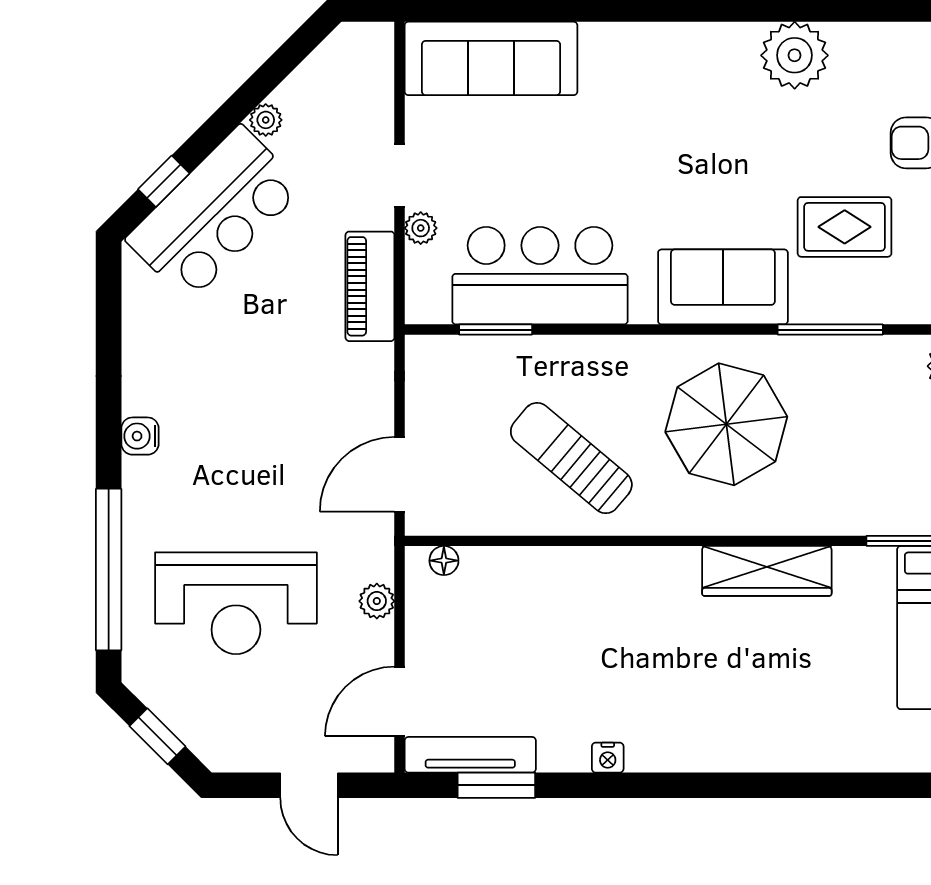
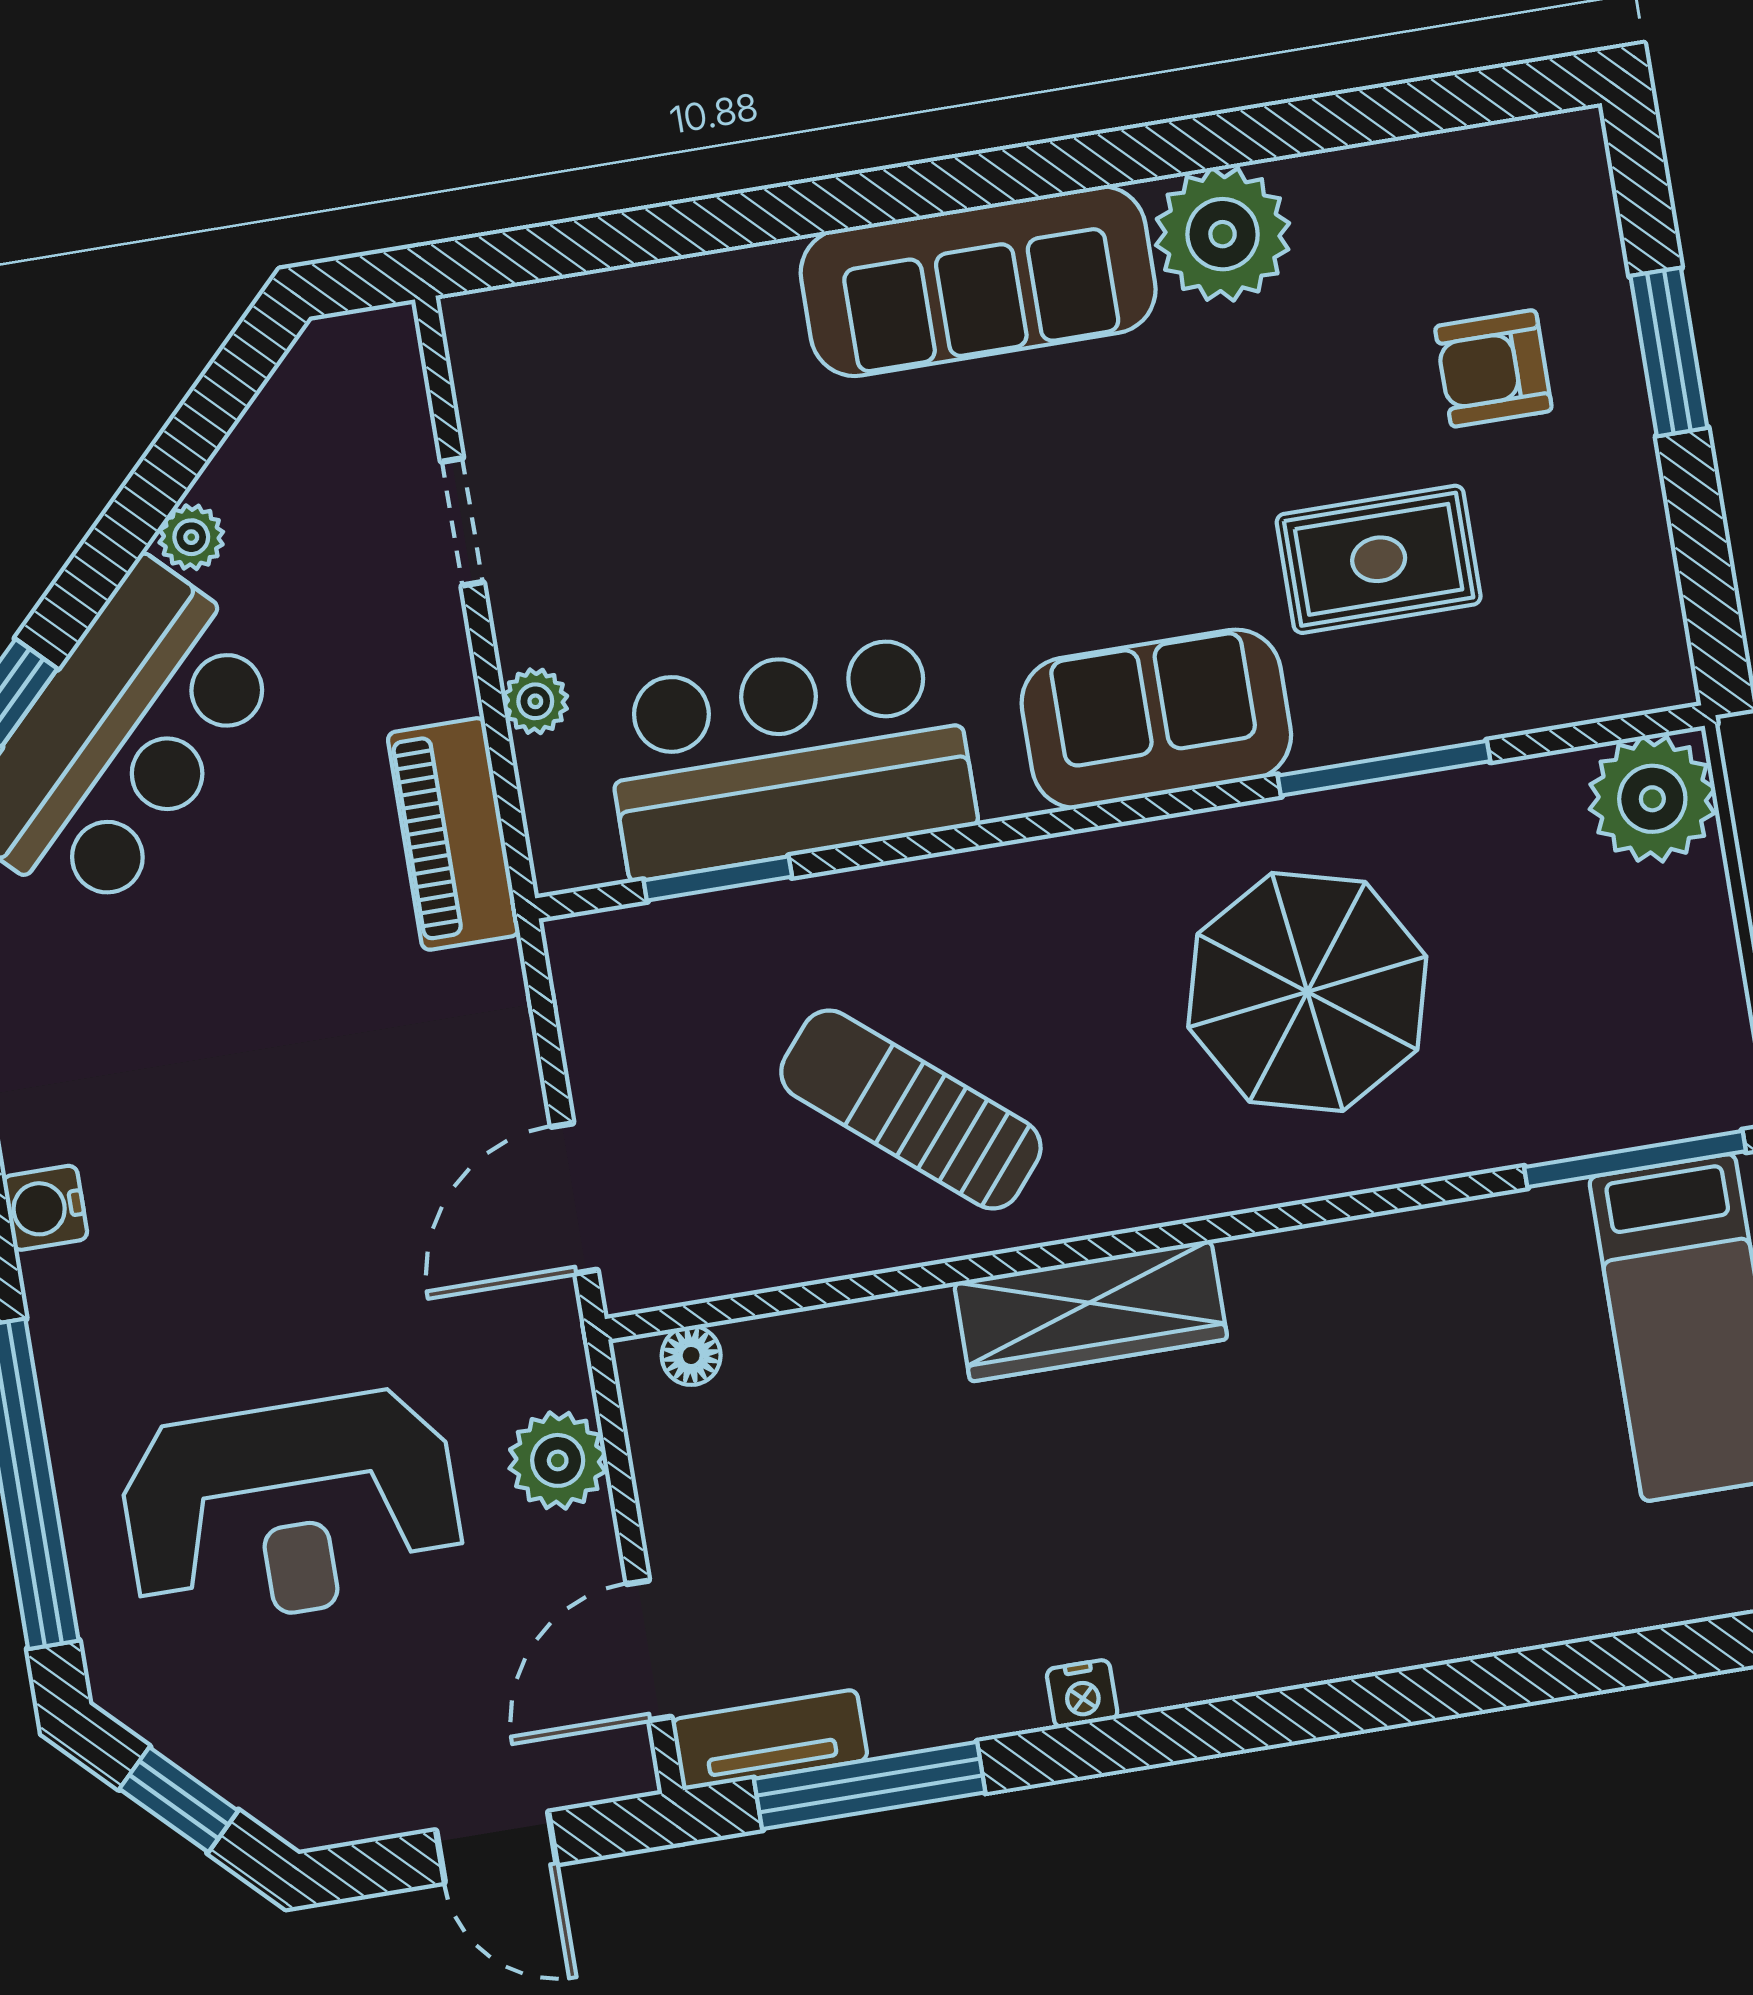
sofa: (491, 58) -> (978, 281), moved
doorway: (400, 175) -> (462, 522), moved
parasol: (726, 424) -> (1307, 992), moved
wardrobe: (767, 571) -> (1091, 1311), moved
plant: (377, 601) -> (558, 1460), width x1.38, depth x1.38
tv unit: (470, 755) -> (770, 1740), width x0.71
window: (496, 785) -> (870, 1786), width x1.44

